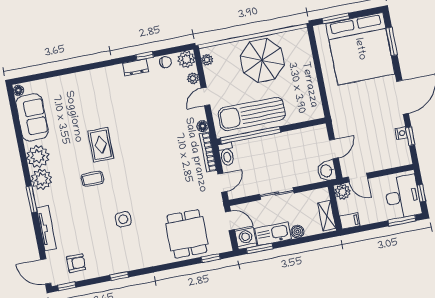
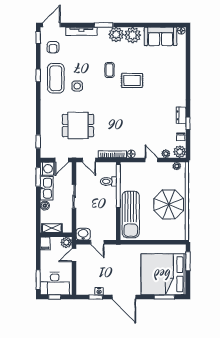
sun lounger: (252, 114) -> (131, 214), moved, turned 180
toilet: (227, 154) -> (108, 181), moved
dining table: (187, 234) -> (78, 126), moved
coffee table: (118, 251) -> (56, 78), added

